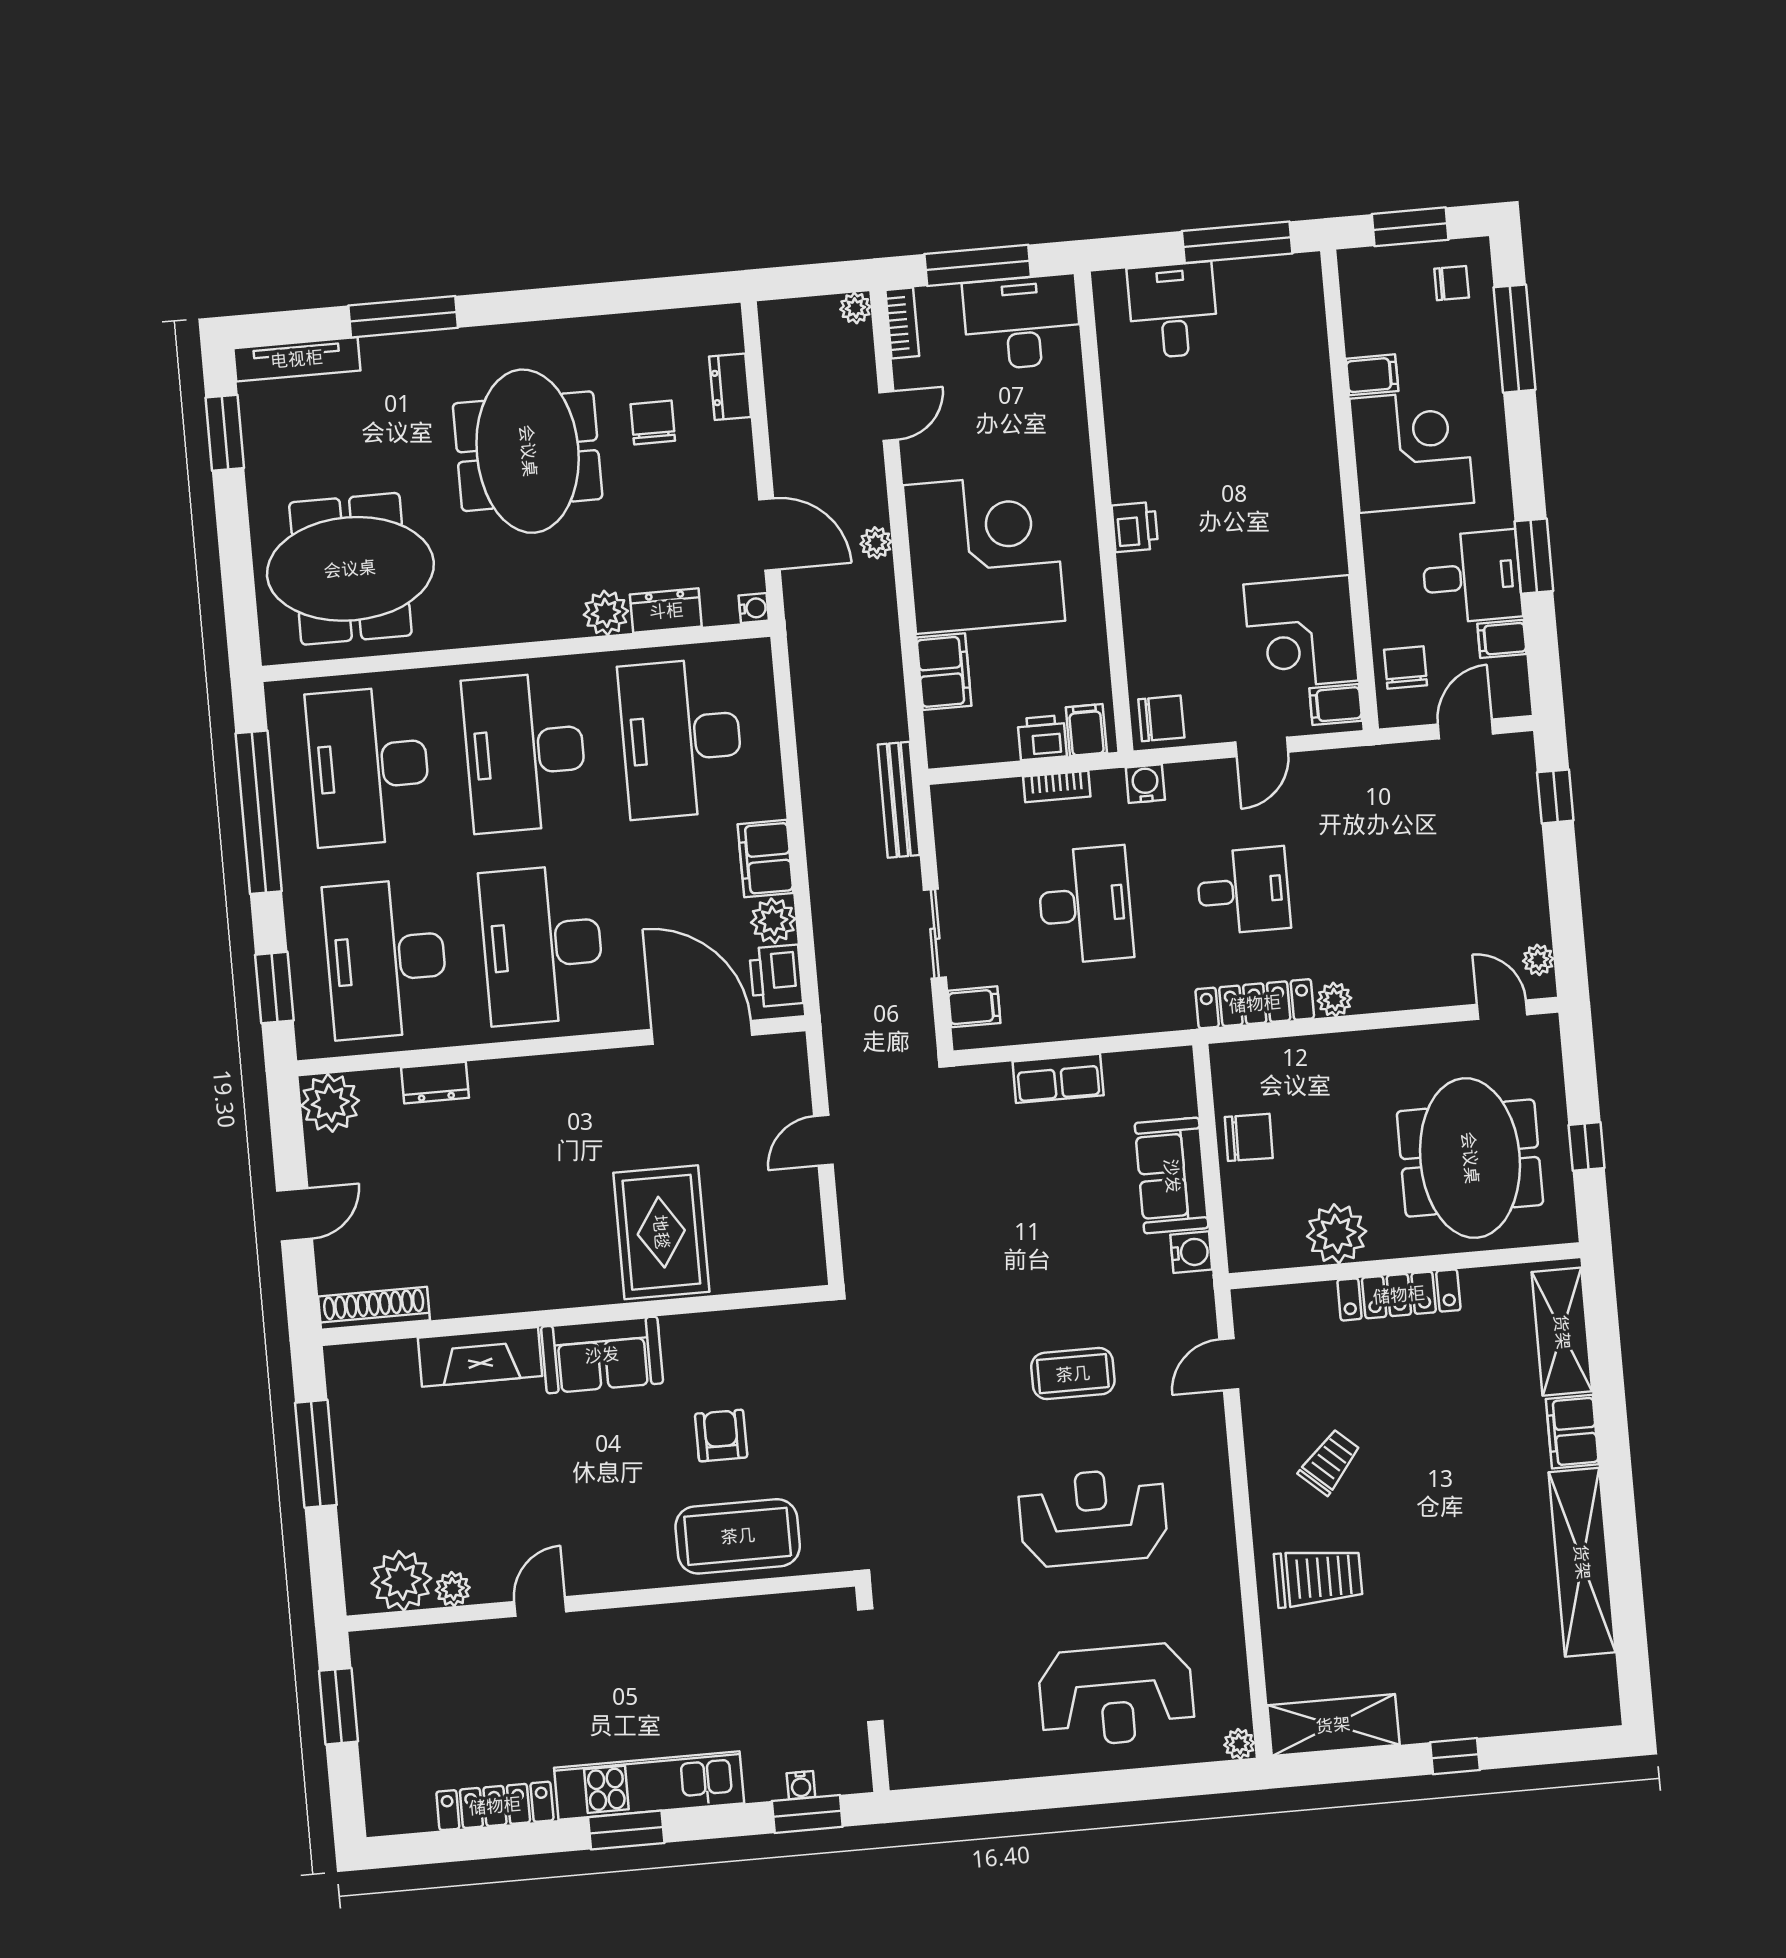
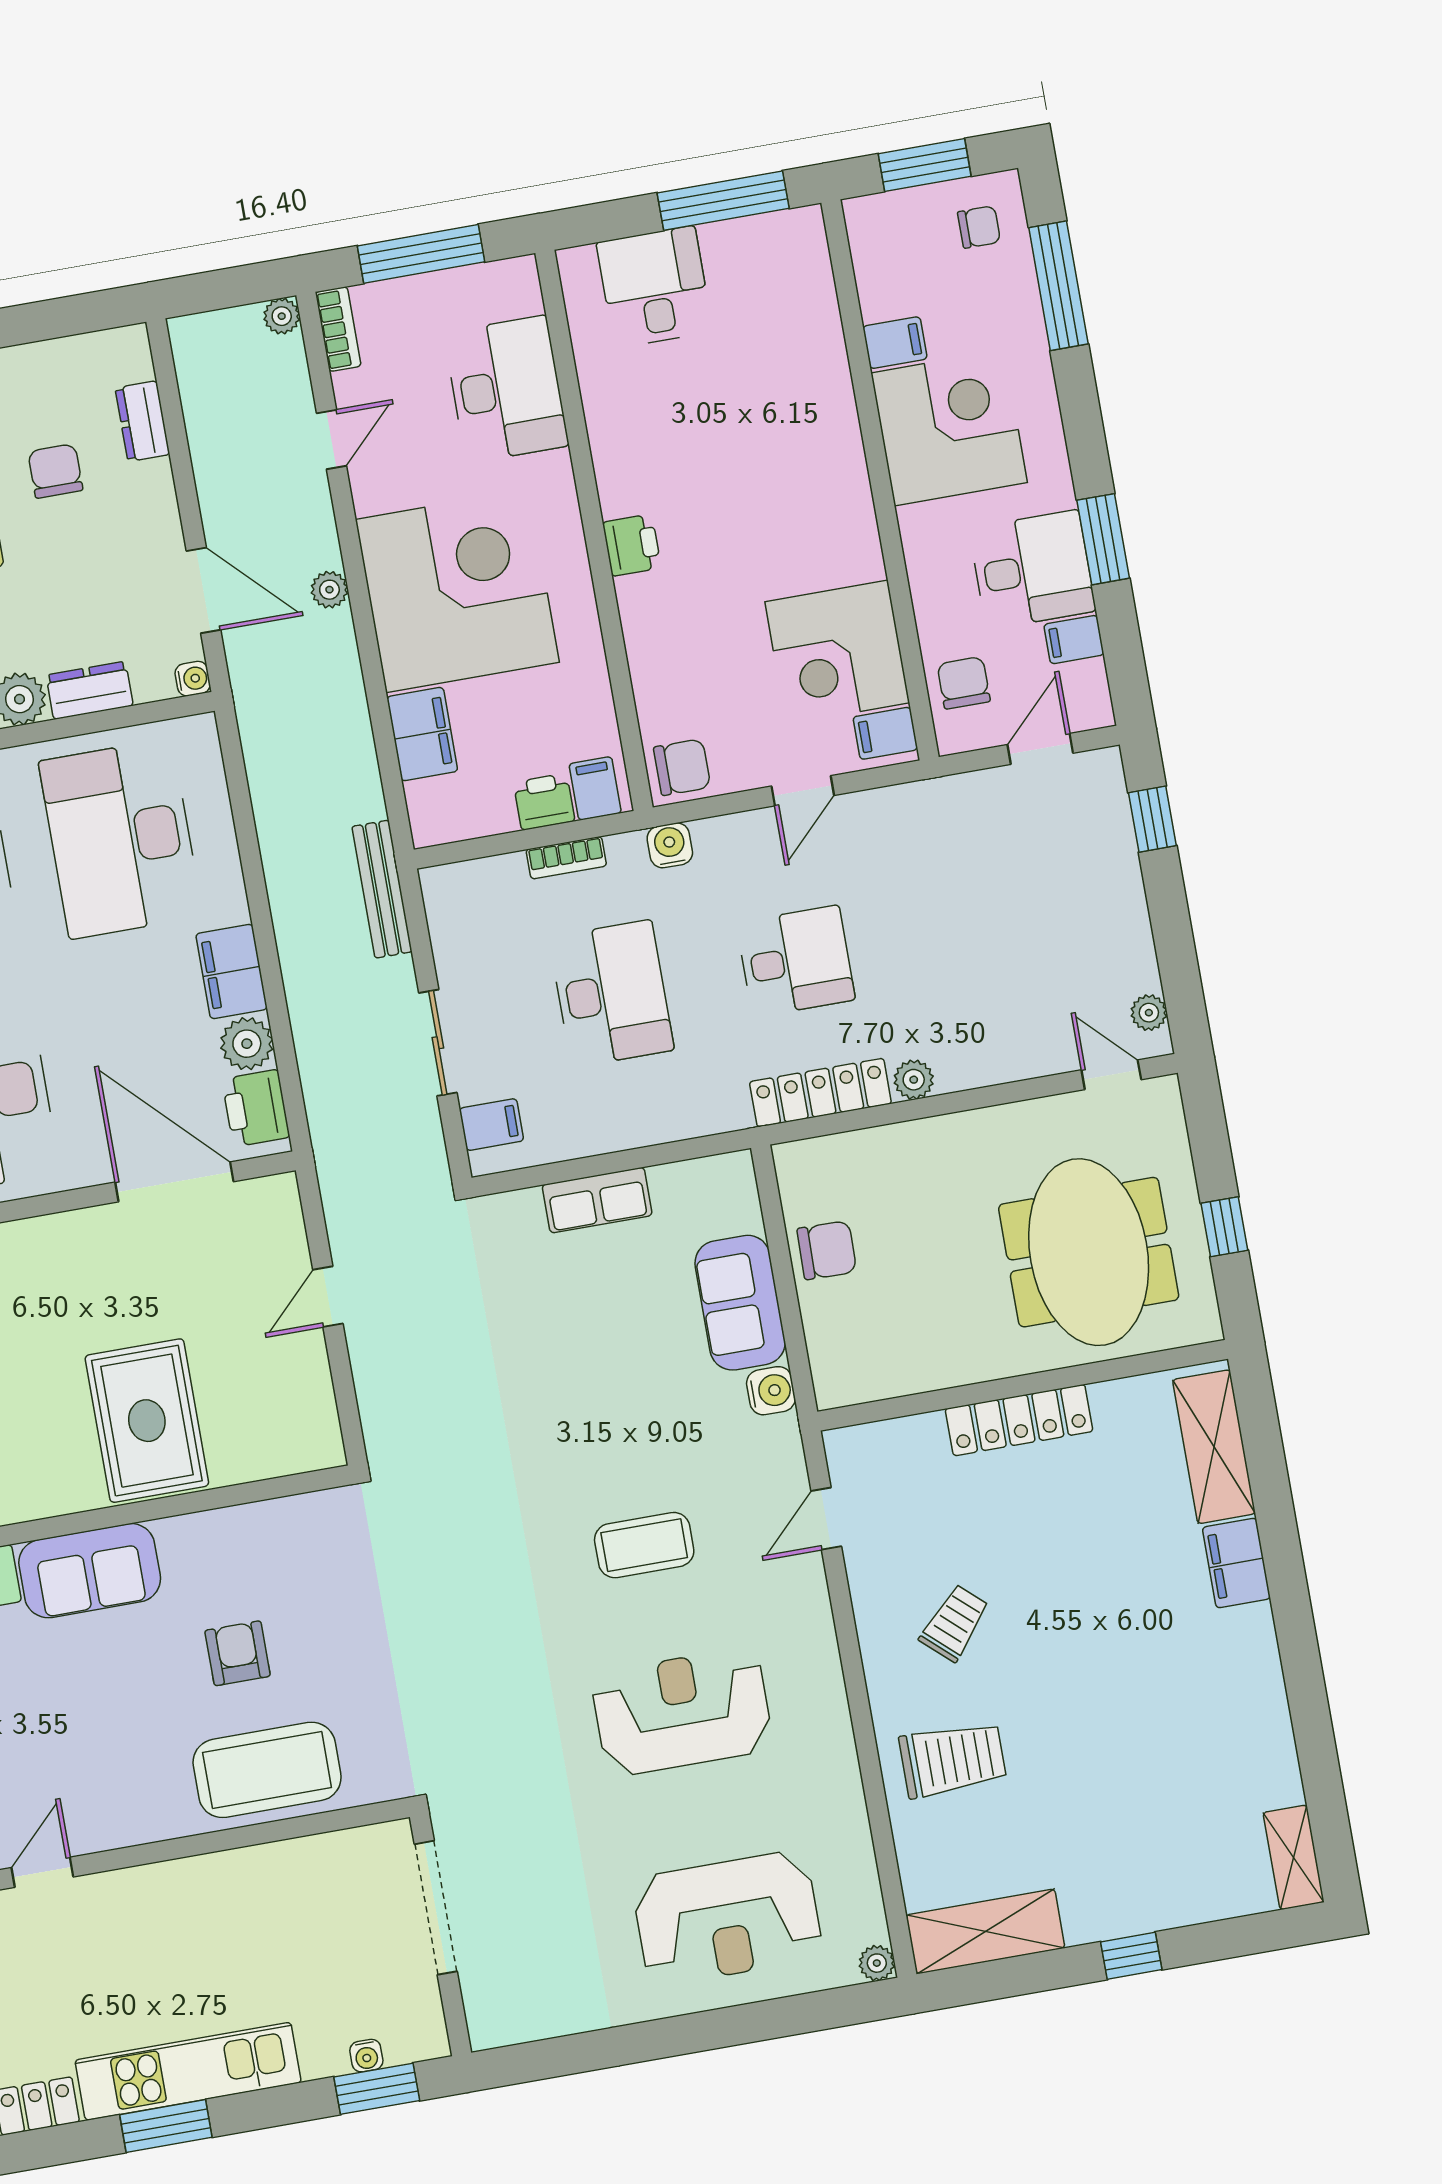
desk: (1022, 322) -> (506, 389), moved, turned 90
plant: (1337, 1234) -> (940, 1354), removed
shelving: (1582, 1562) -> (1294, 1857), moved, width x0.45, depth x0.75

